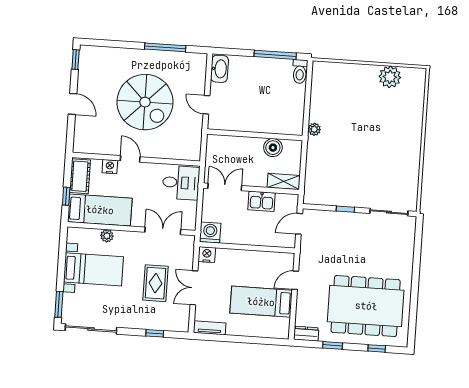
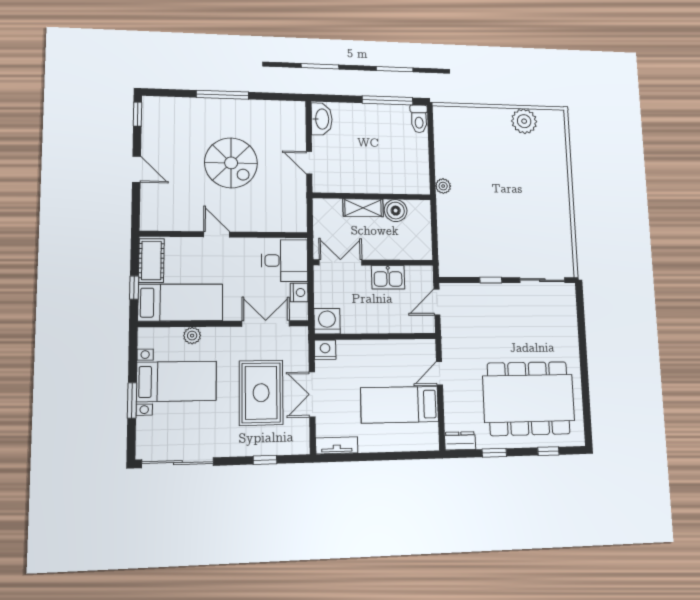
window: (165, 47) -> (222, 95), moved
spiral stairs: (145, 102) -> (231, 163), width x0.73, depth x0.73
nightstand: (110, 167) -> (299, 293), moved, turned 90
shelving: (284, 181) -> (363, 208), moved
rug: (155, 283) -> (261, 393), width x1.36, depth x1.43
window: (59, 304) -> (132, 400), moved

